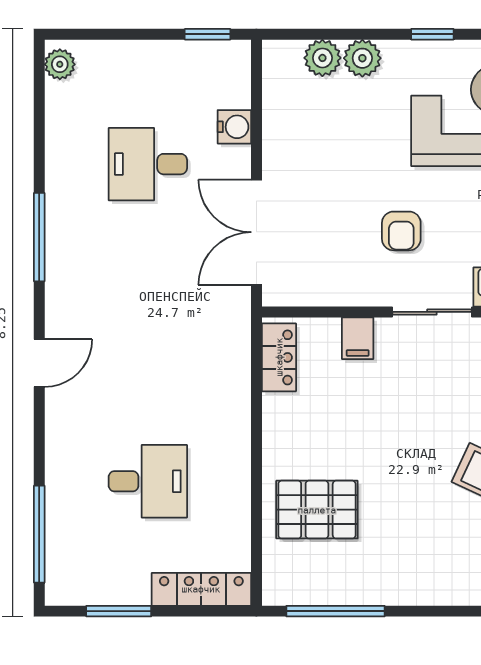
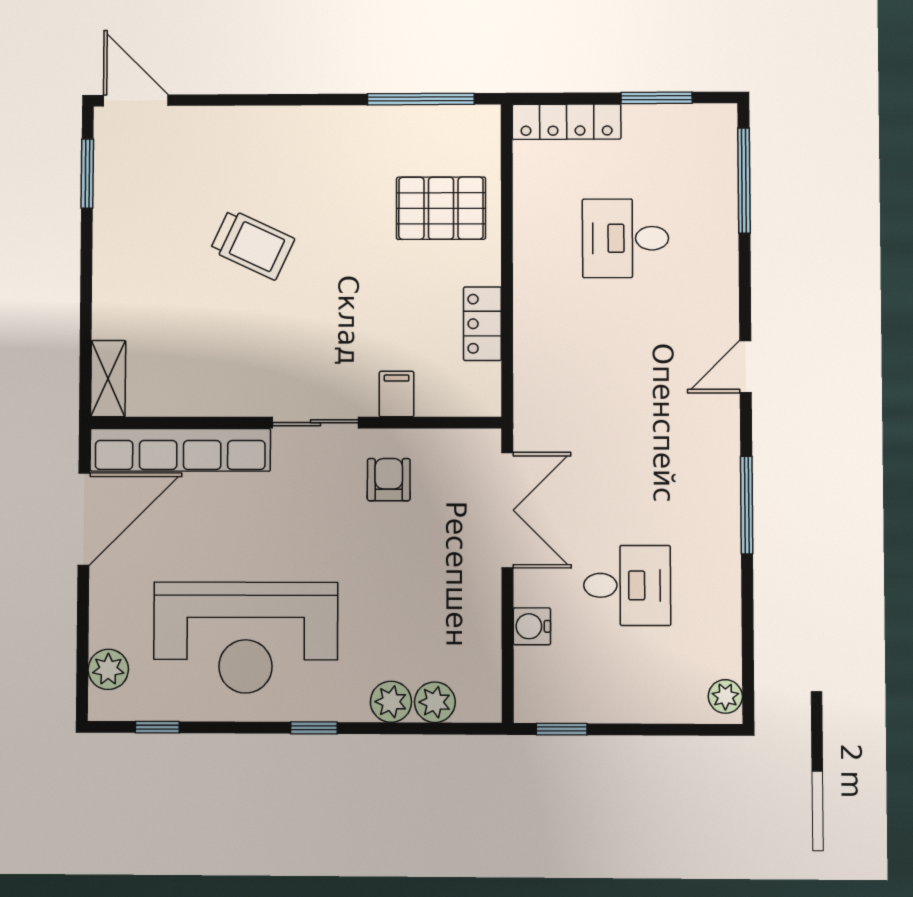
armchair: (401, 231) -> (389, 480), moved
locker: (279, 357) -> (482, 324), moved

